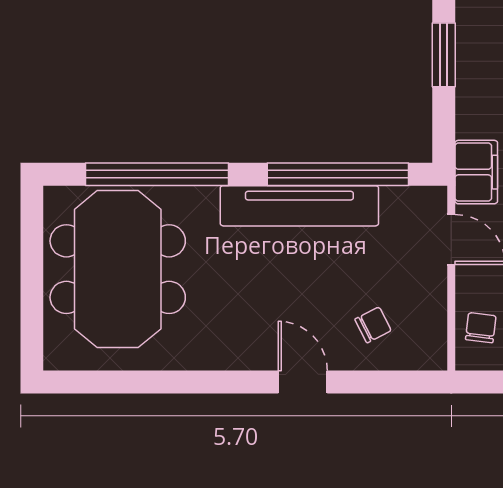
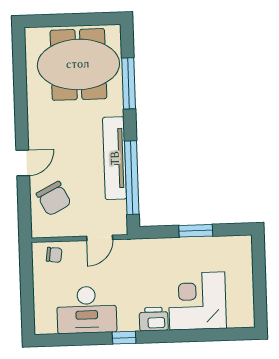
filing cabinet: (476, 172) -> (135, 250), removed
window: (157, 174) -> (129, 83), width x0.68
chair: (373, 325) -> (54, 199), width x1.87, depth x1.87

